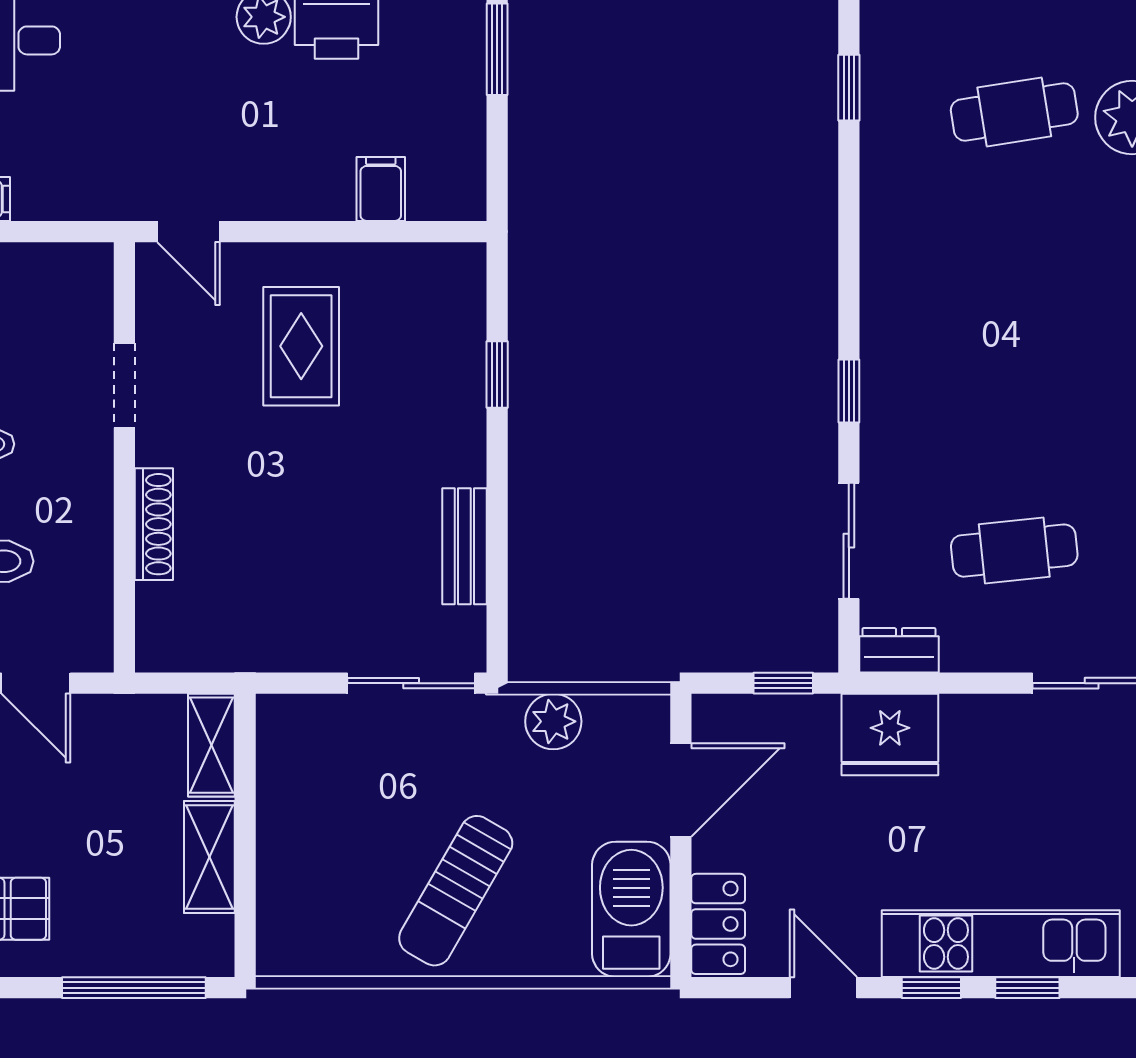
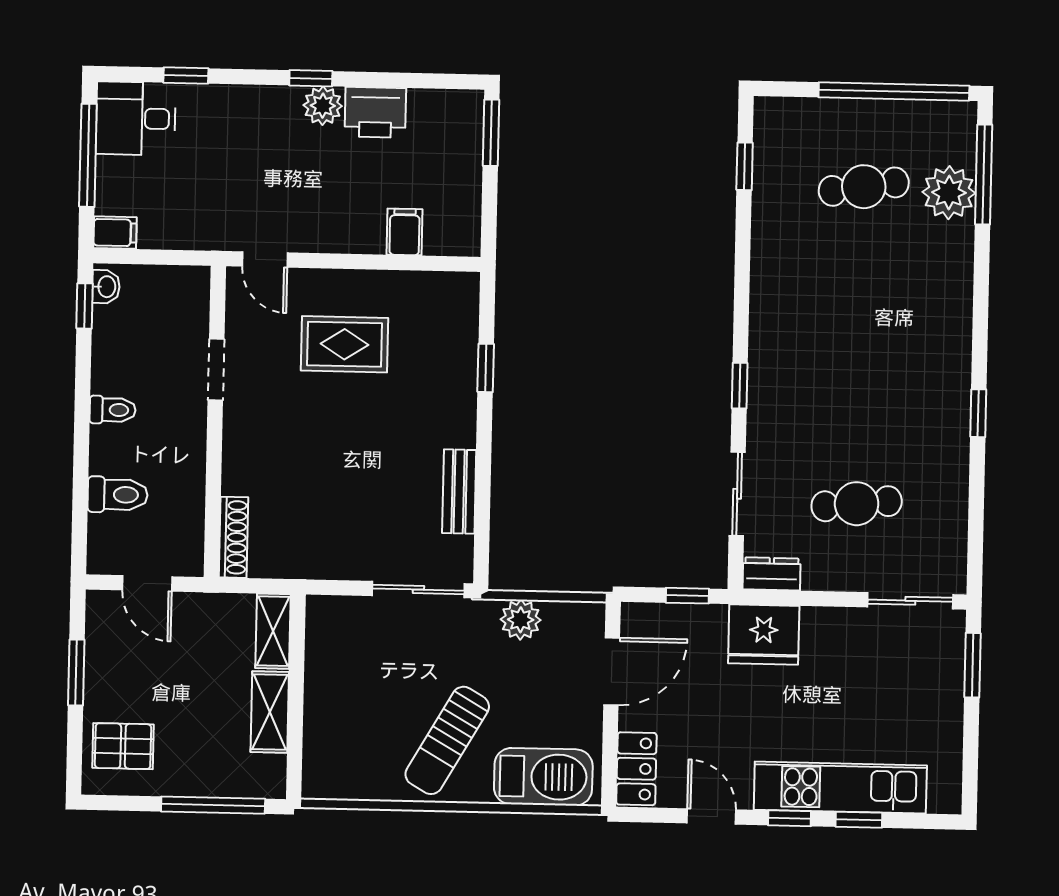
rug: (301, 346) -> (344, 344), turned 90
shoe rack: (154, 524) -> (234, 537), moved
barbecue: (631, 909) -> (543, 777), moved, turned 90

